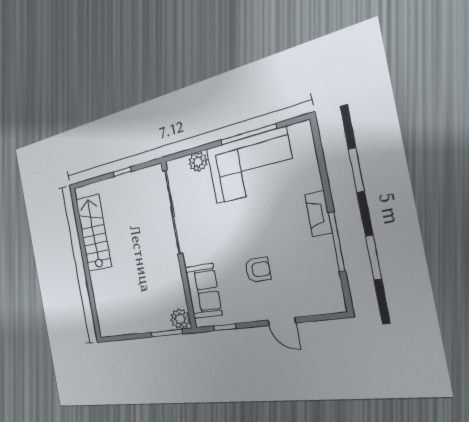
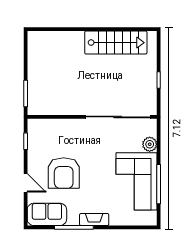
armchair: (258, 270) -> (64, 173), width x1.88, depth x1.88
sofa: (203, 291) -> (47, 214), moved, turned 180
plant: (180, 319) -> (35, 107), removed
door: (282, 321) -> (26, 183), swing flipped

